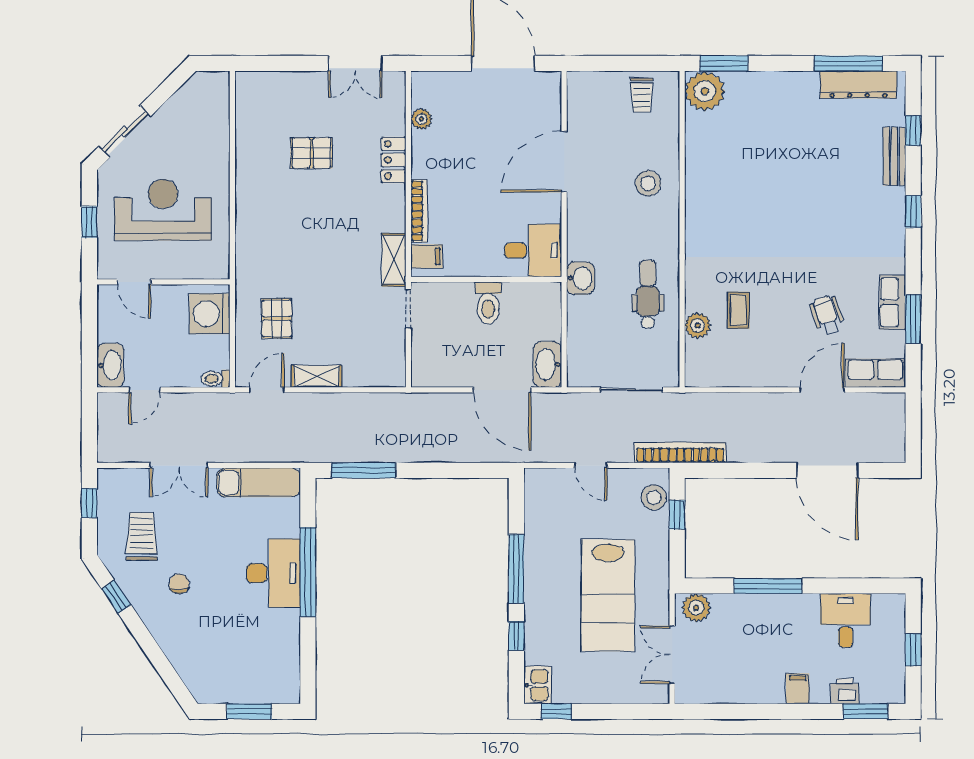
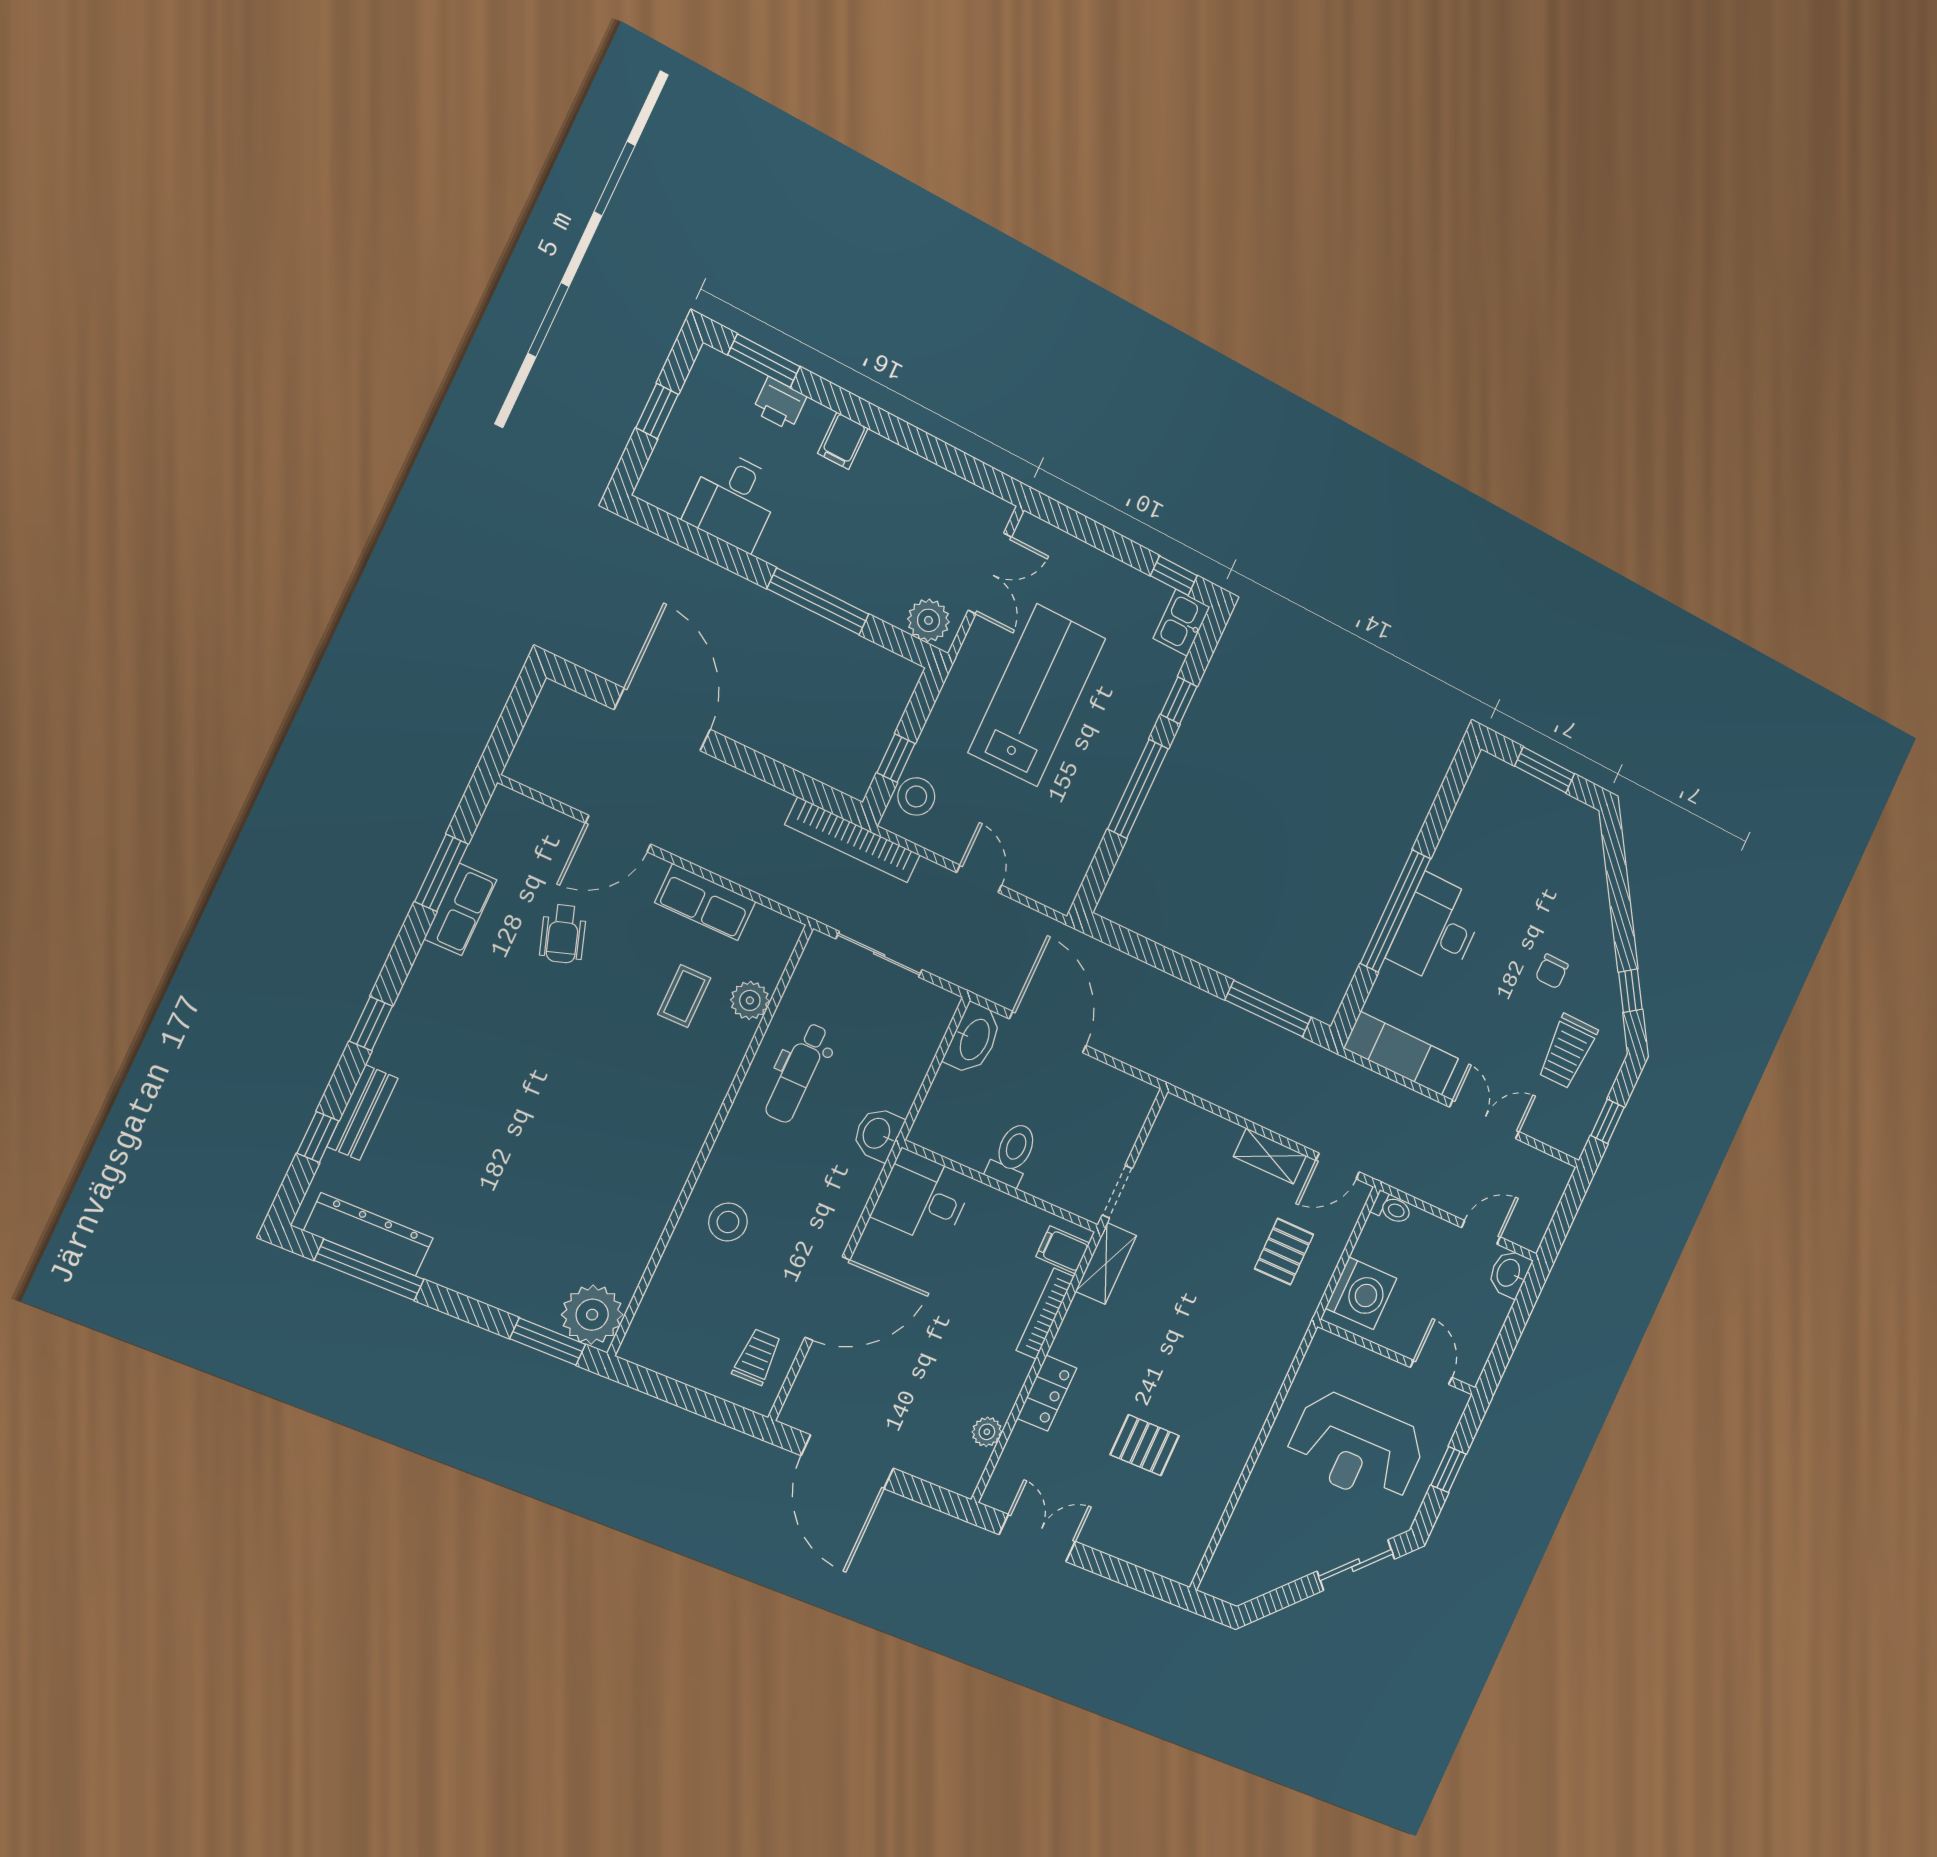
trolley: (642, 95) -> (757, 1357), moved
washbasin: (110, 365) -> (1509, 1273), width x0.72
row of seats: (876, 373) -> (705, 902), moved

